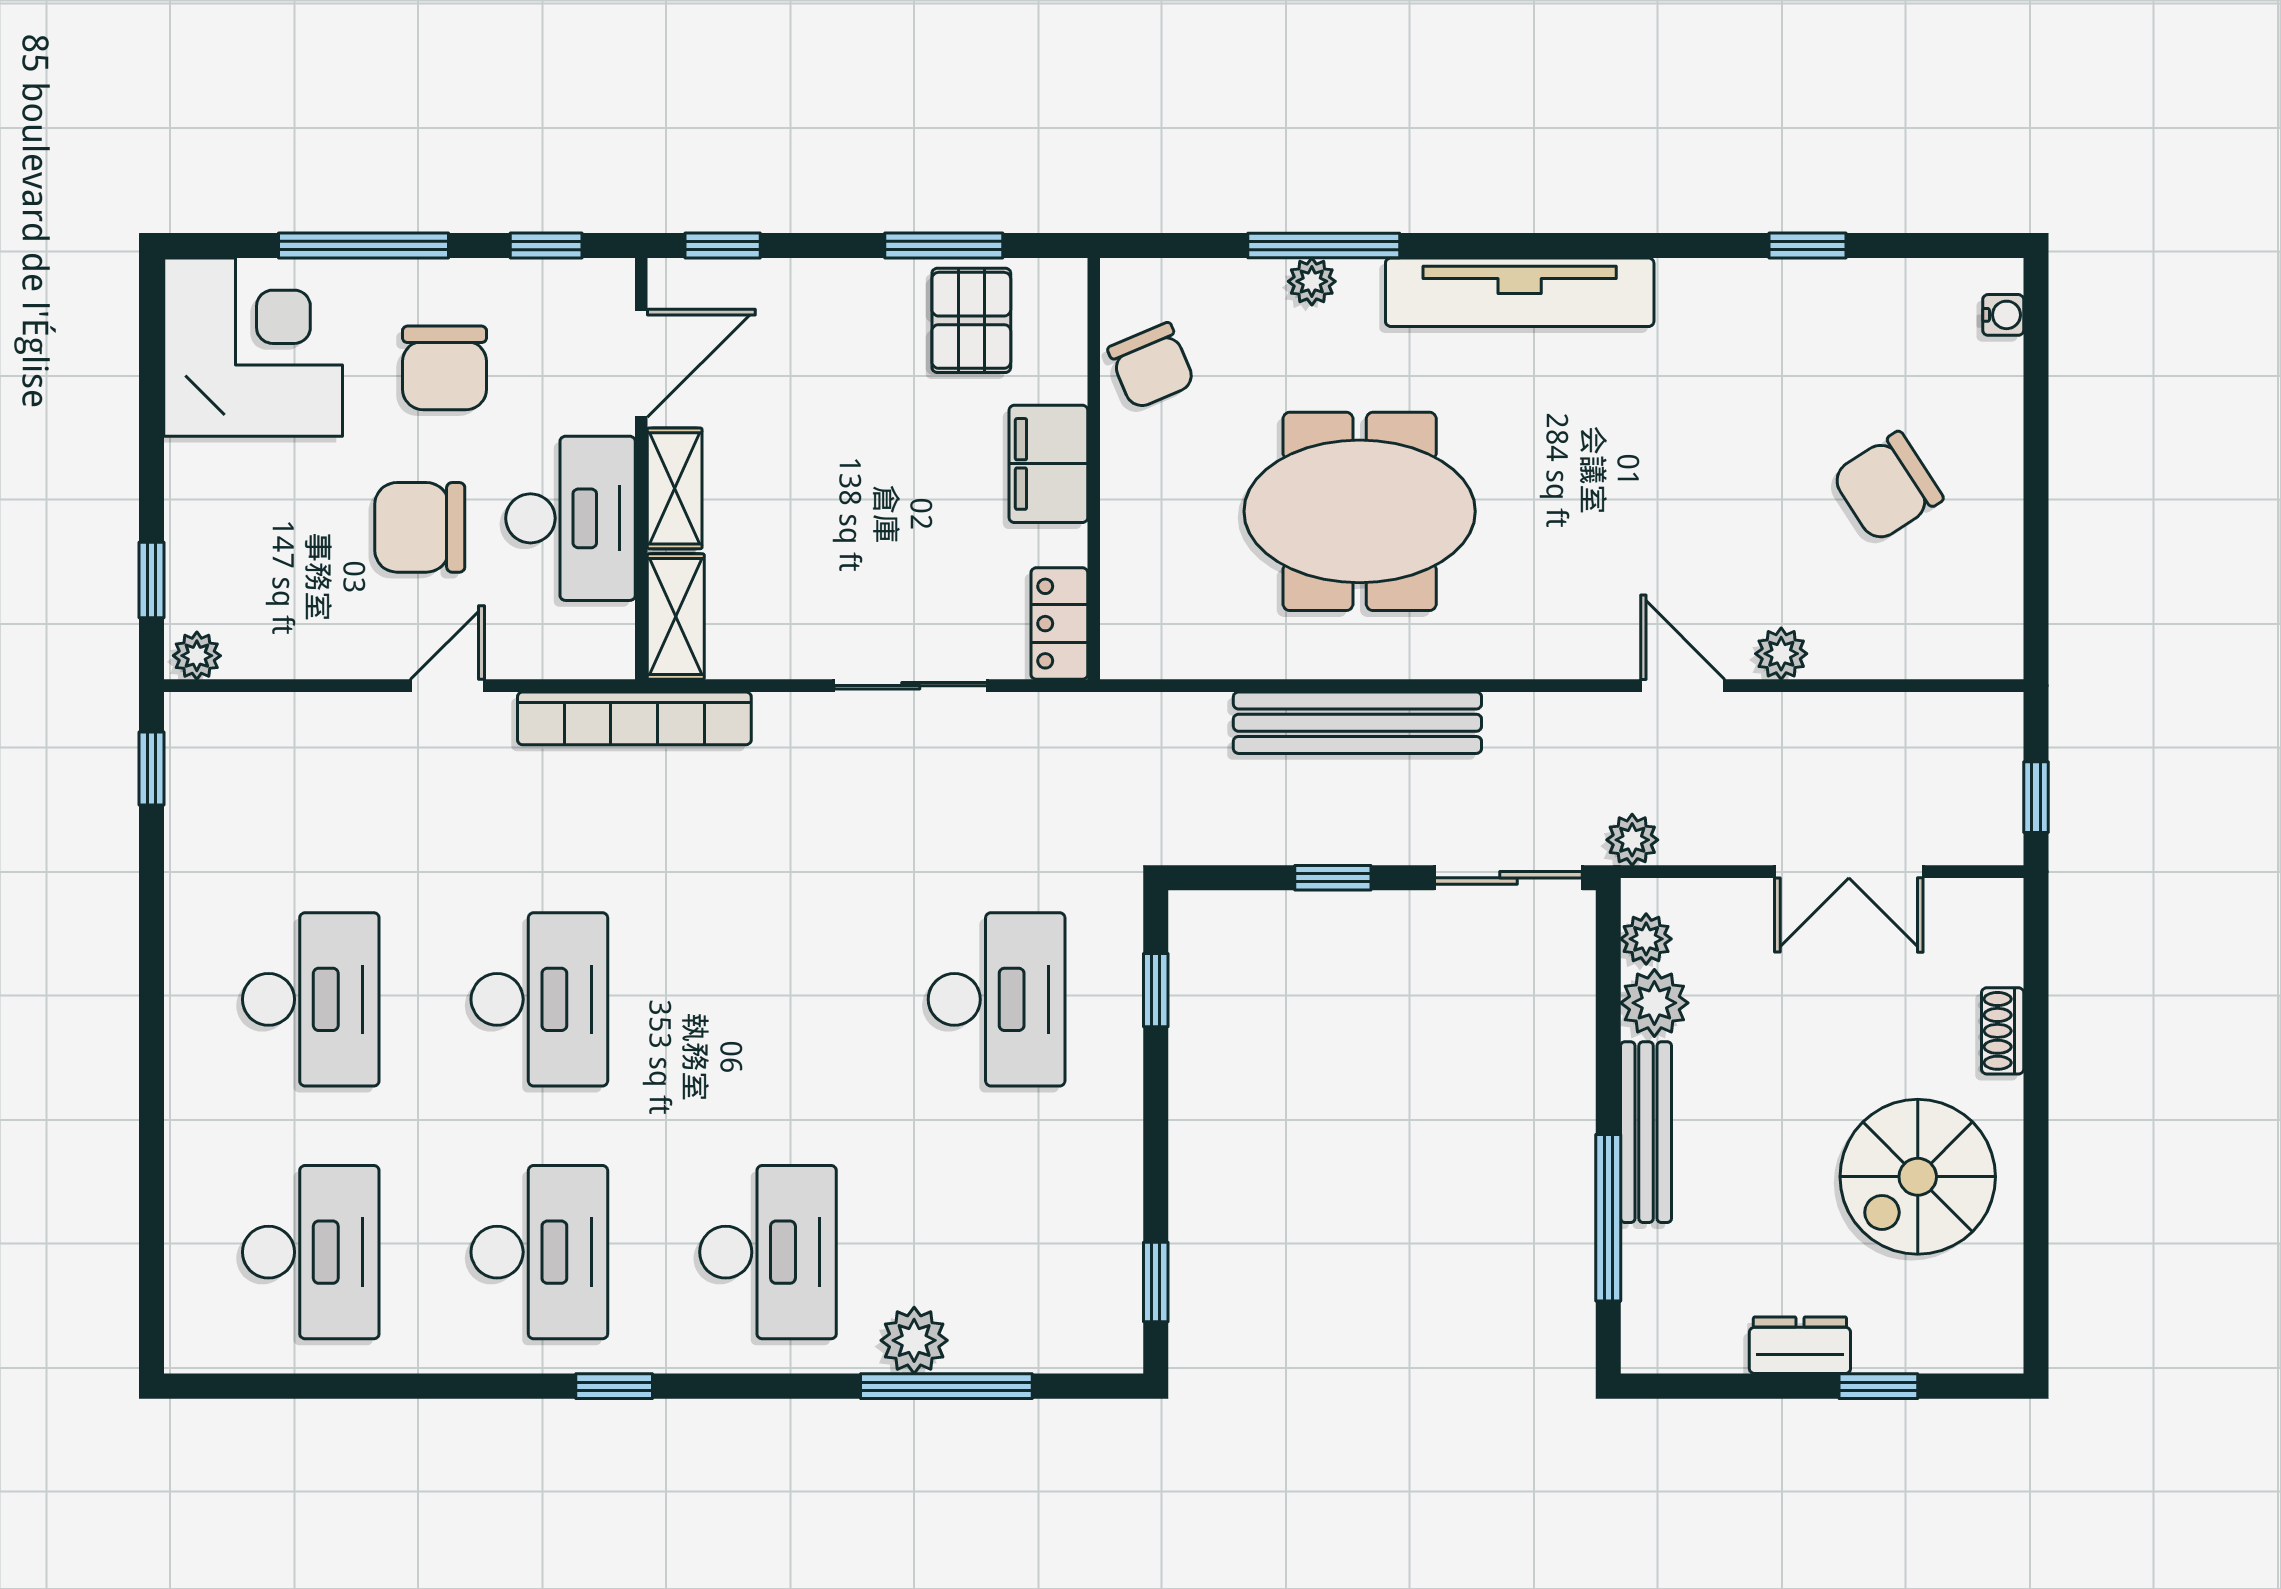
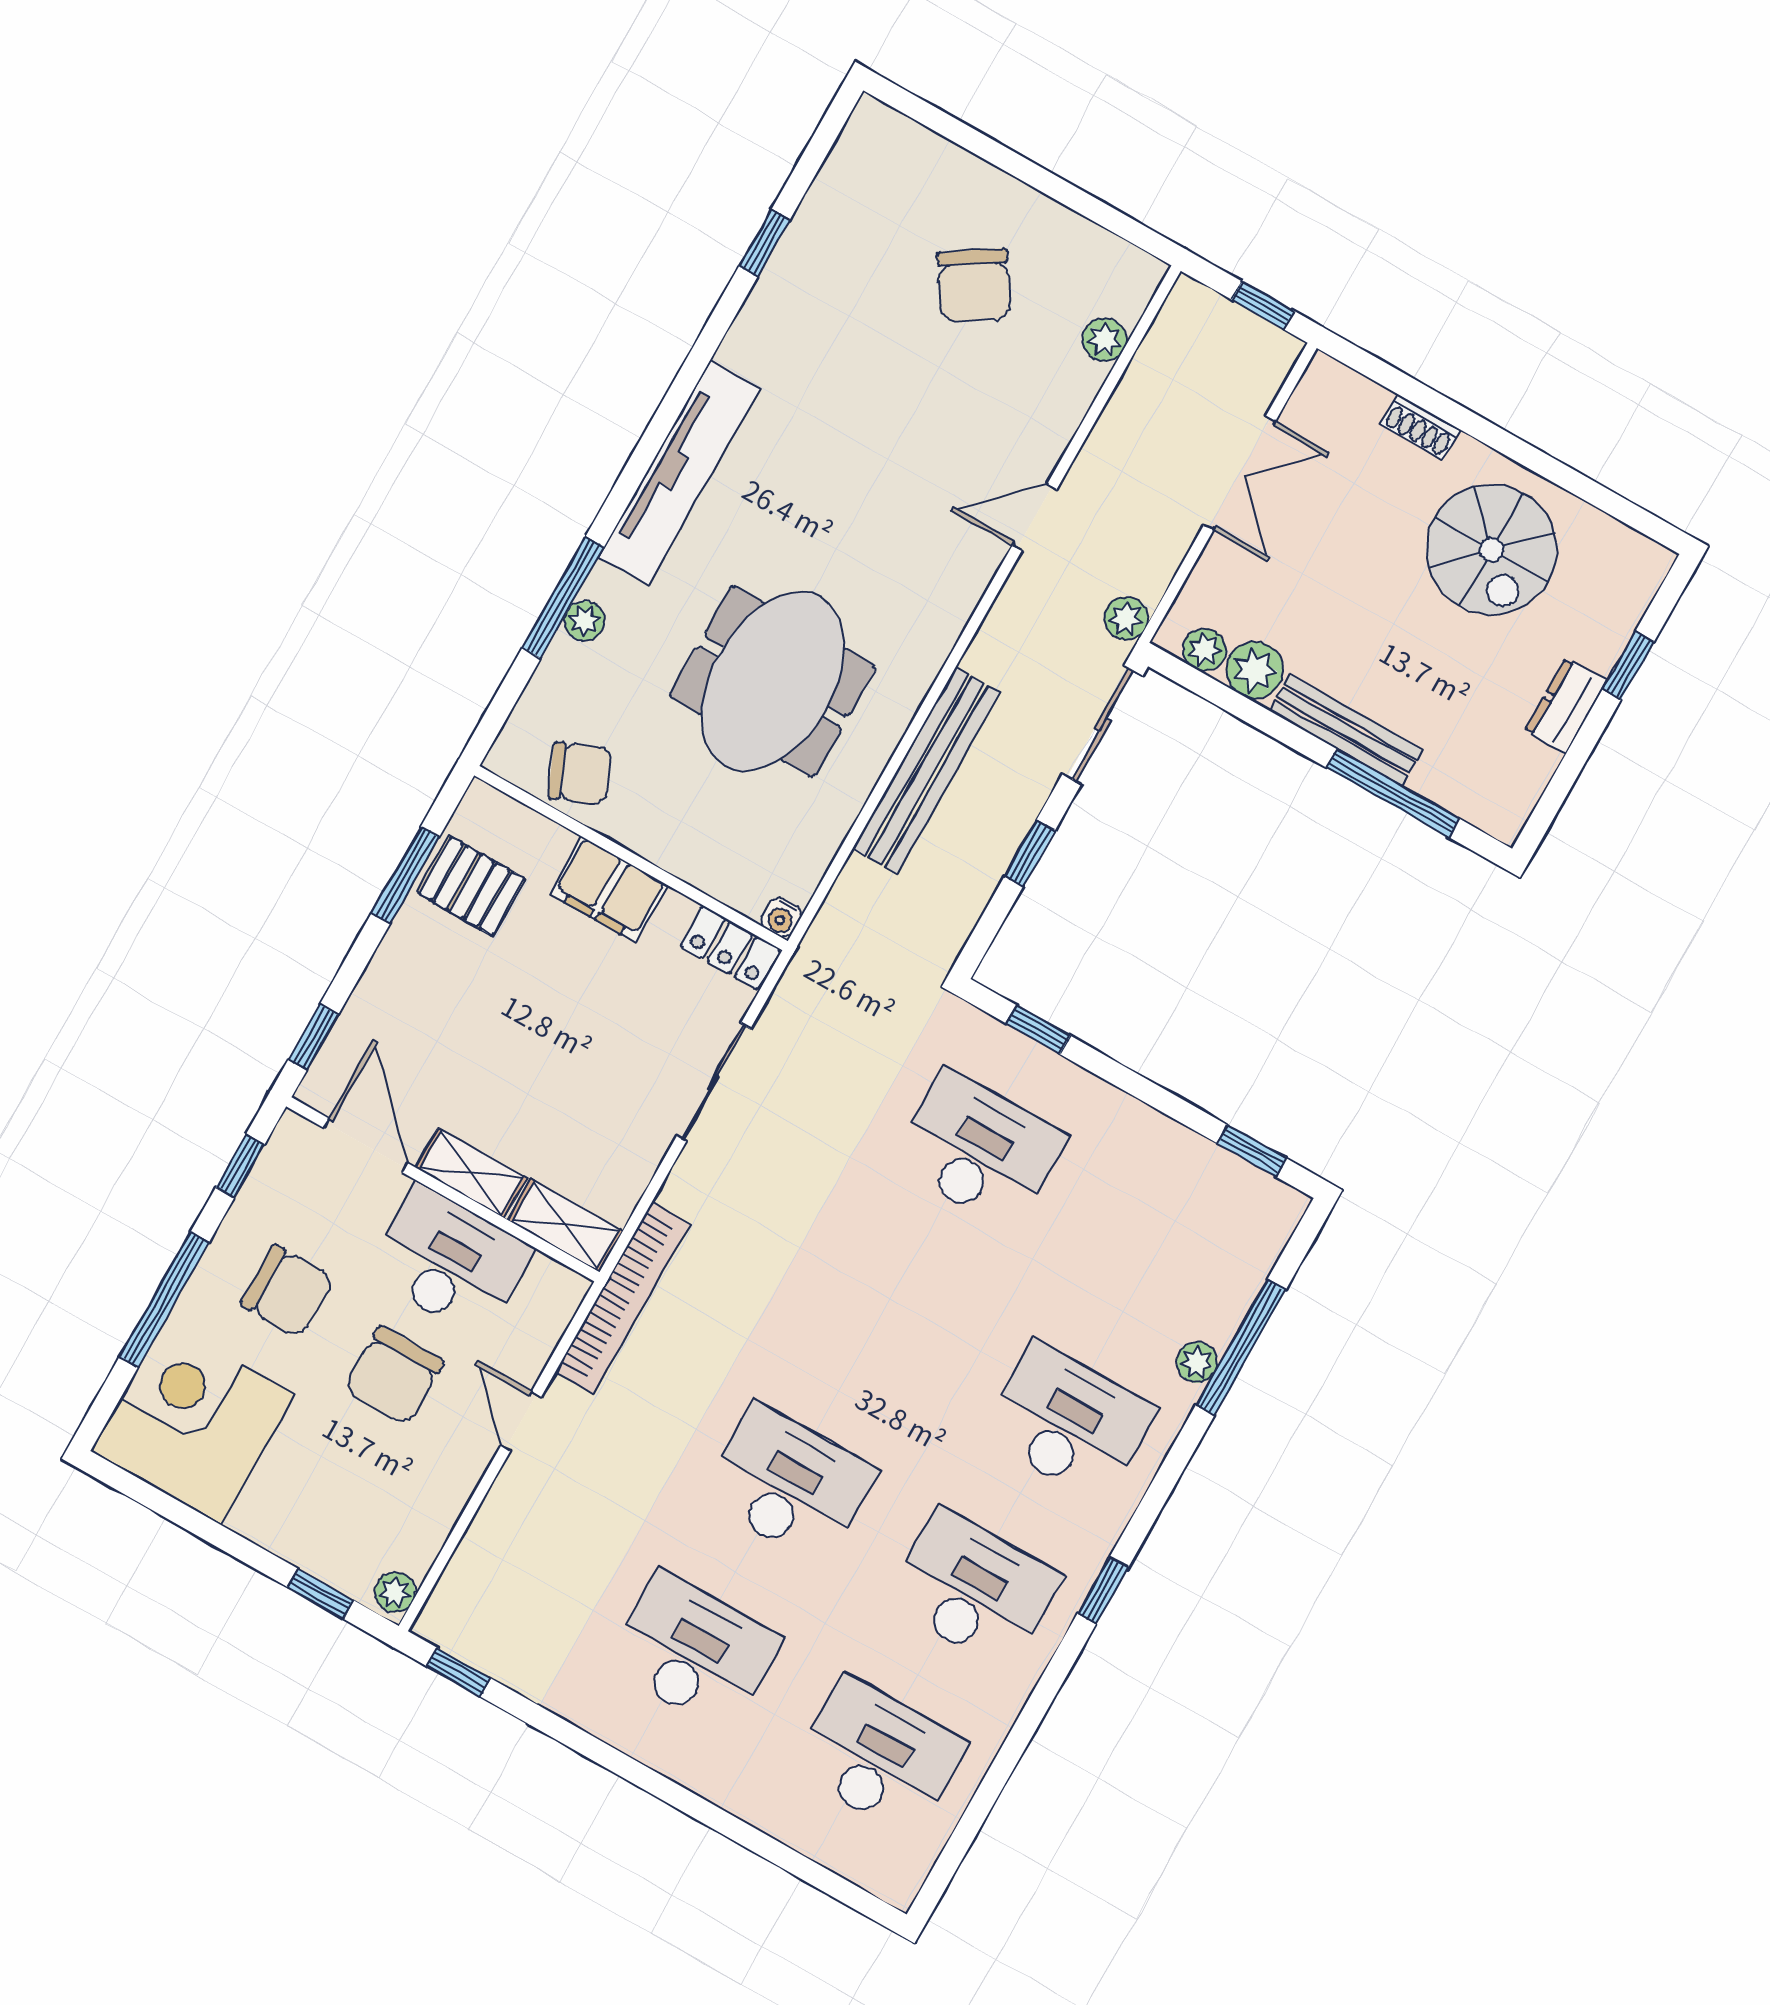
water cooler: (2003, 315) -> (781, 918), moved, turned 180
plant: (1781, 654) -> (1105, 340), moved
plant: (914, 1340) -> (1197, 1362), width x0.73, depth x0.73

